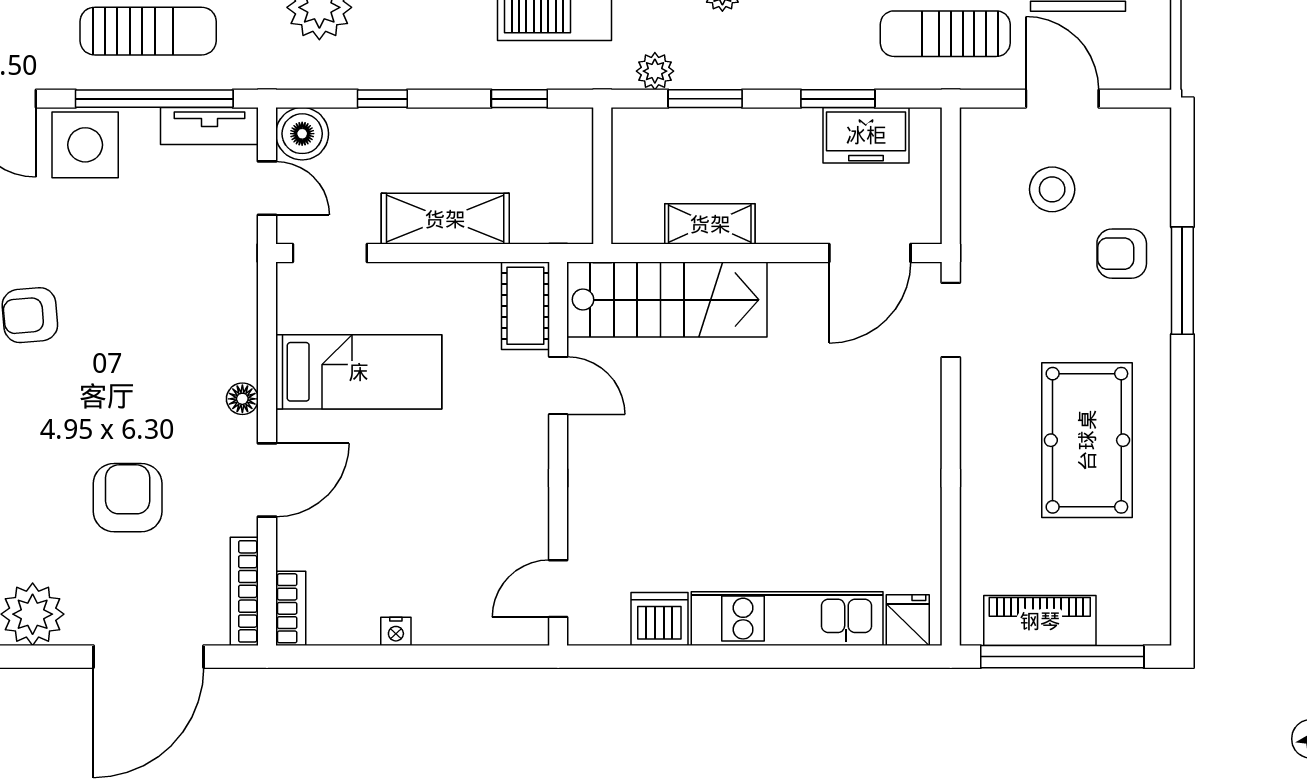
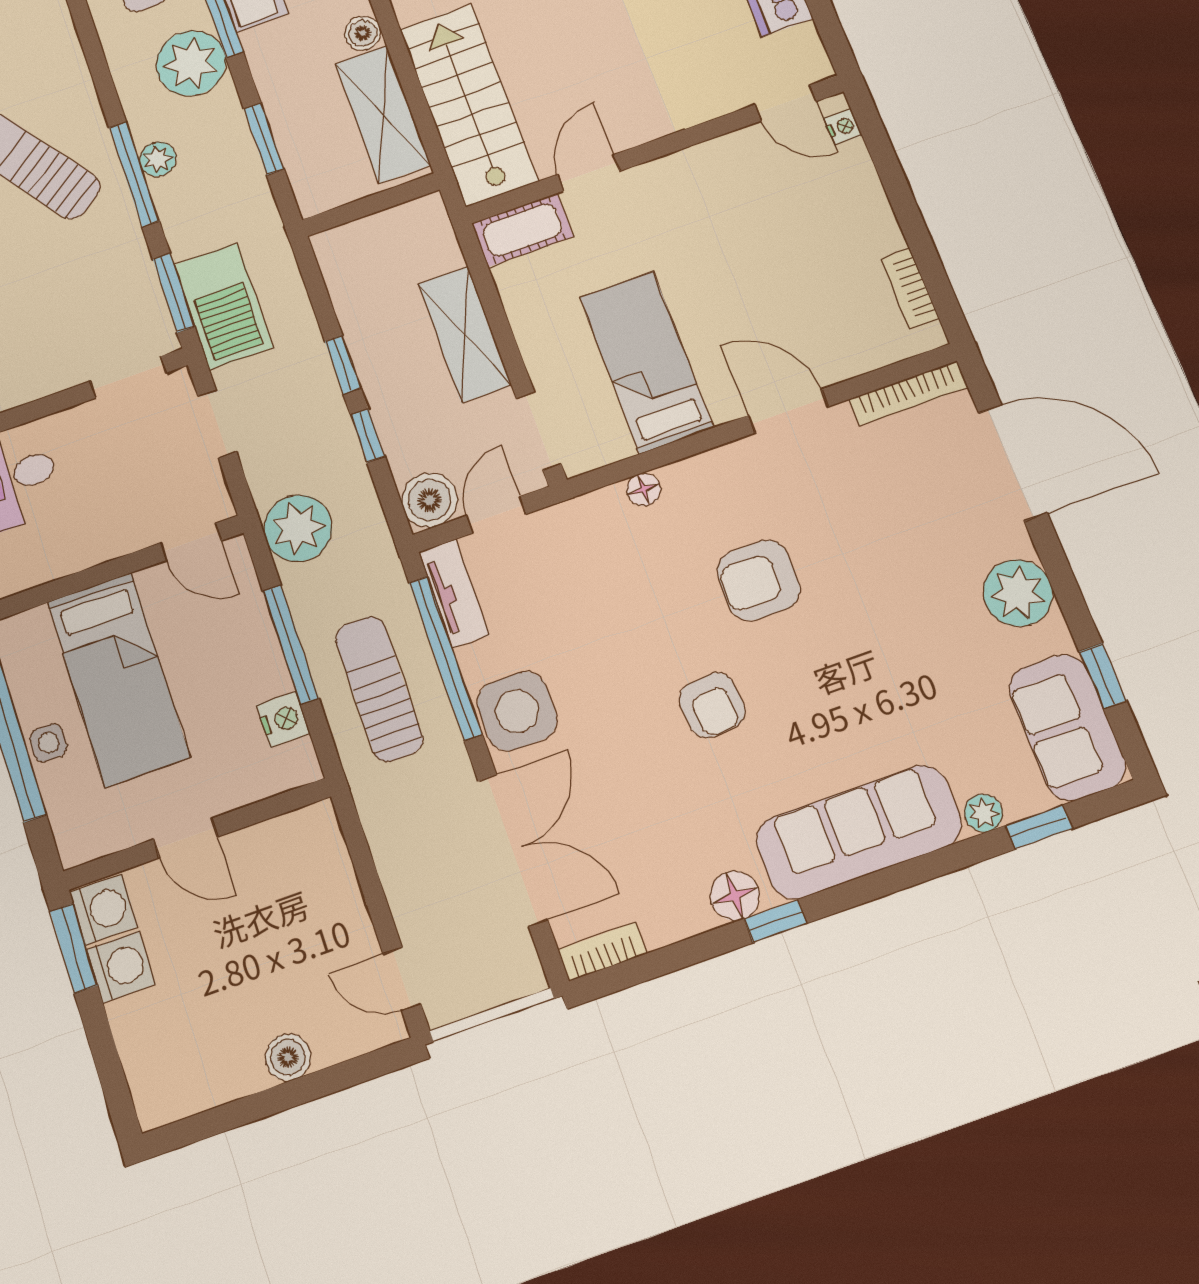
plant: (655, 71) -> (191, 63), moved, width x1.87, depth x1.87
window: (519, 99) -> (343, 365), moved
shelving: (710, 224) -> (383, 114), width x1.50, depth x1.33
boiler: (776, 226) -> (363, 33), added
floor lamp: (242, 399) -> (644, 490), moved
armchair: (128, 498) -> (759, 580), moved
bookcase: (291, 608) -> (910, 288), moved, turned -90
nightstand: (396, 631) -> (843, 127), moved

